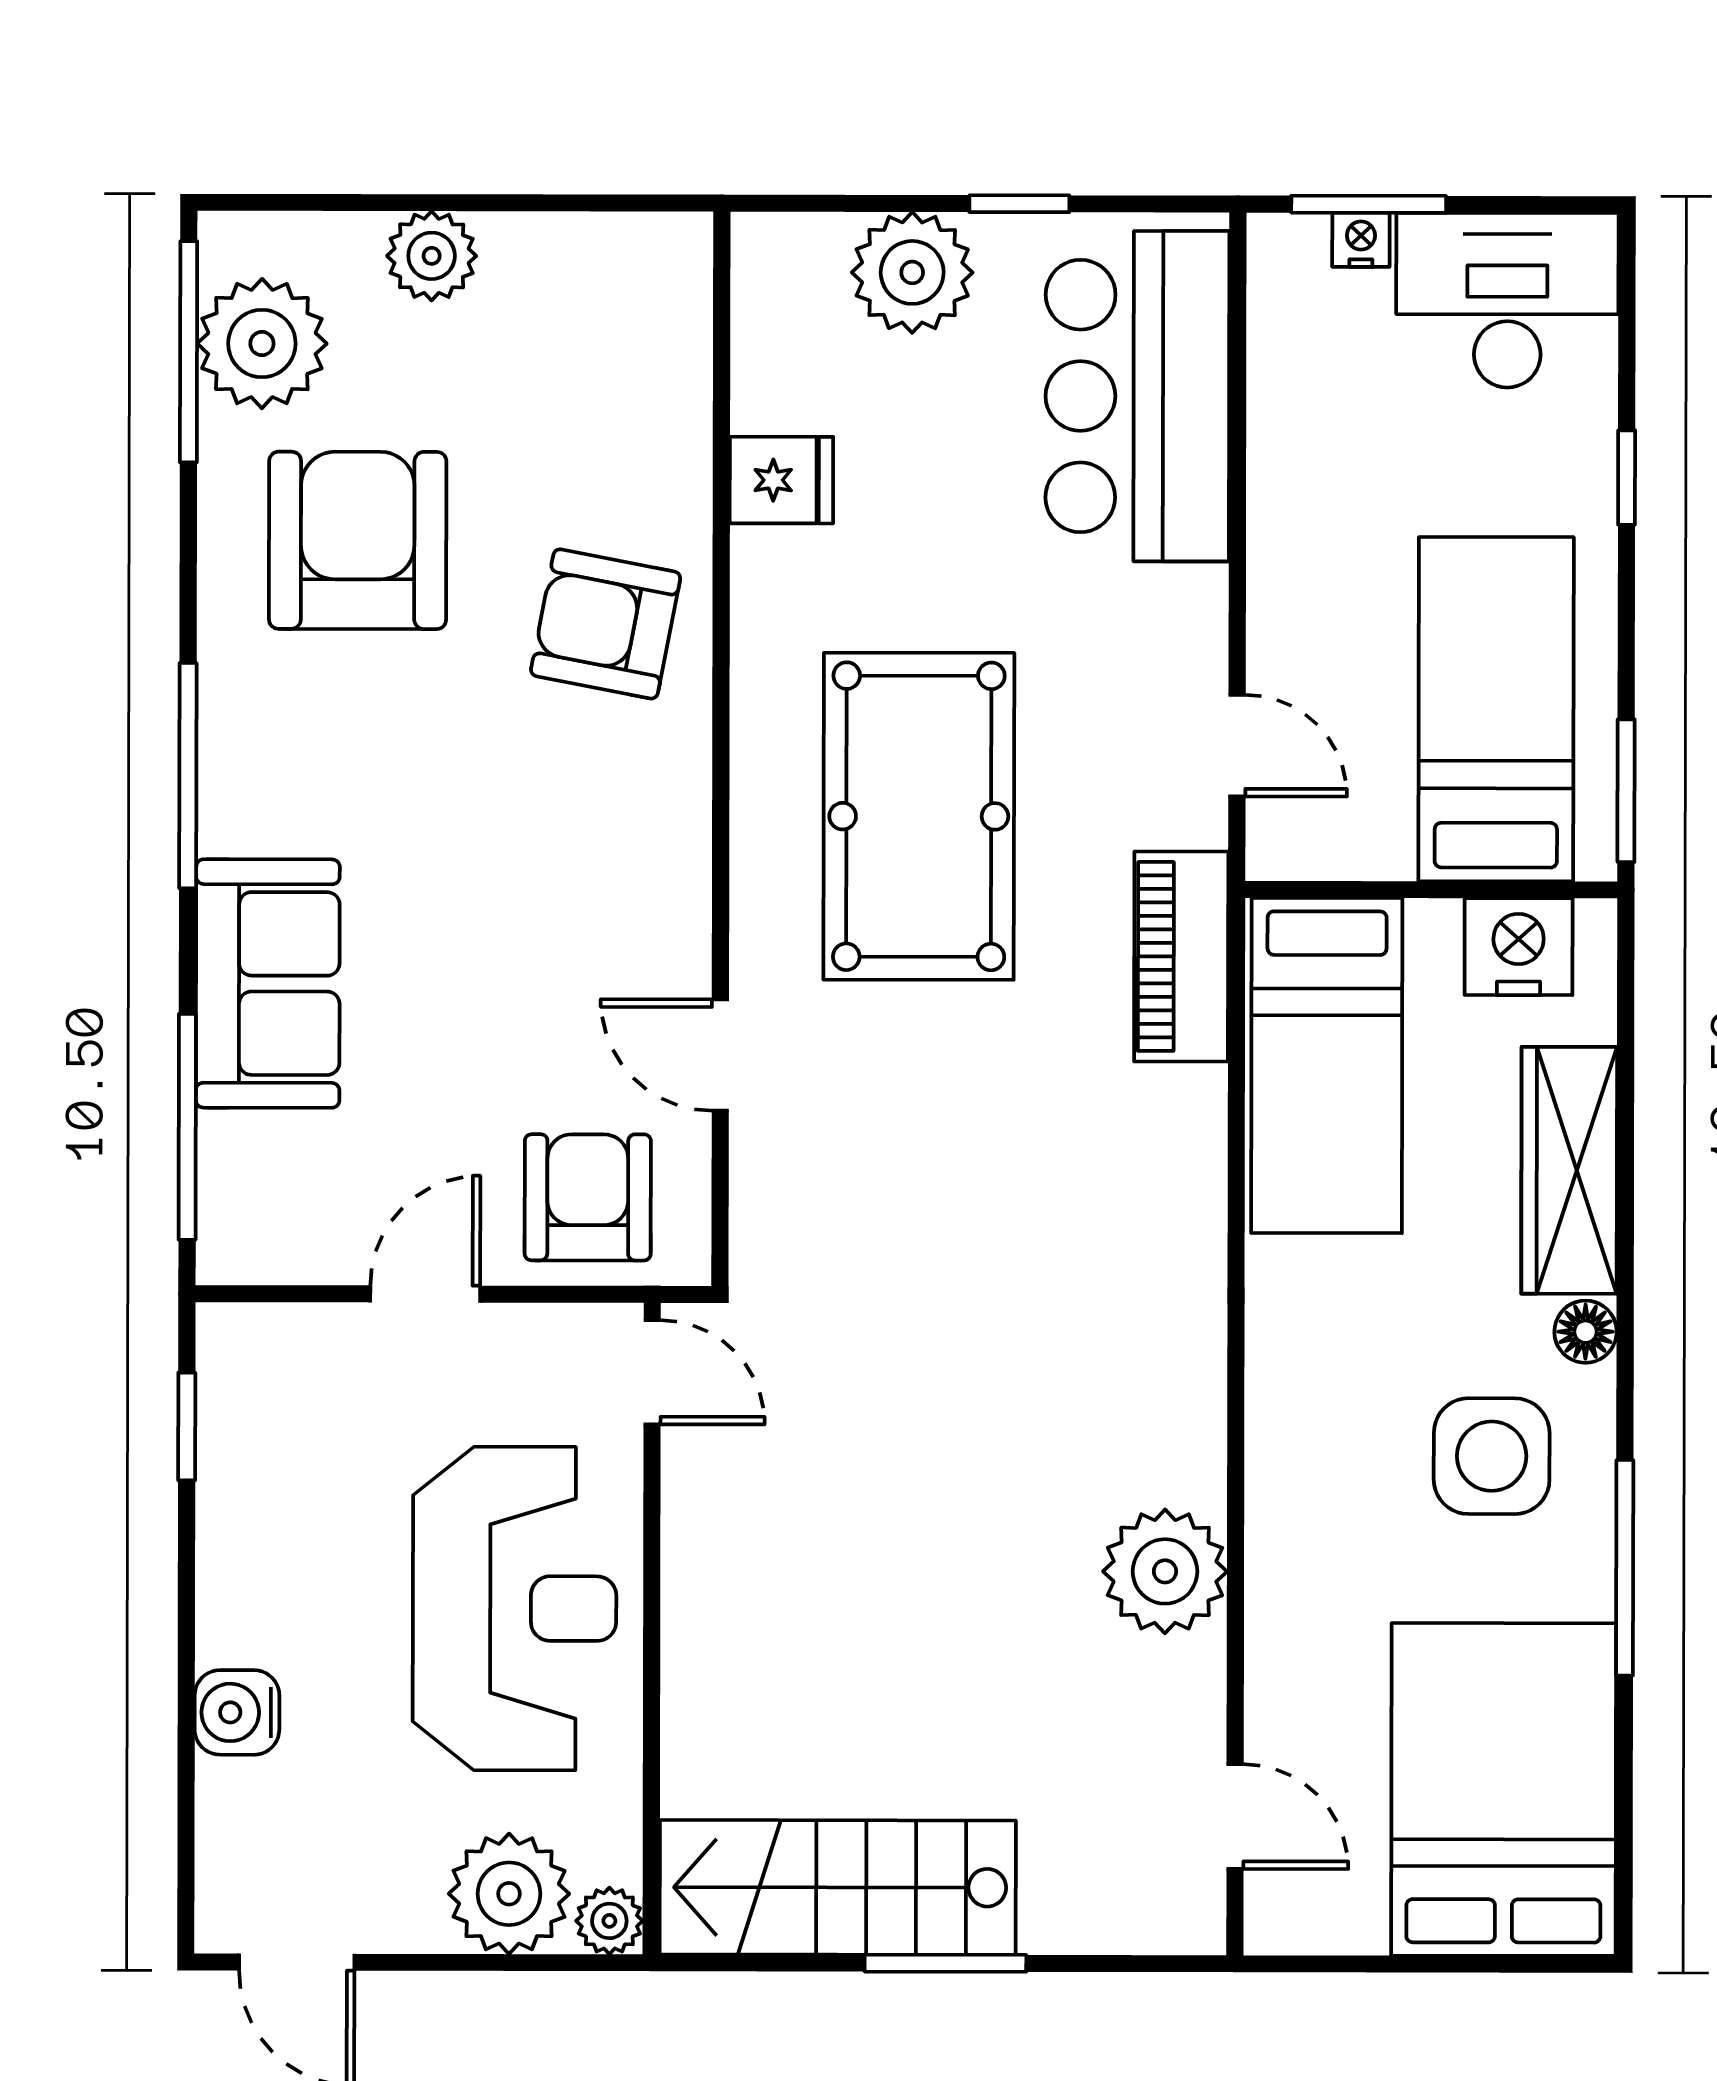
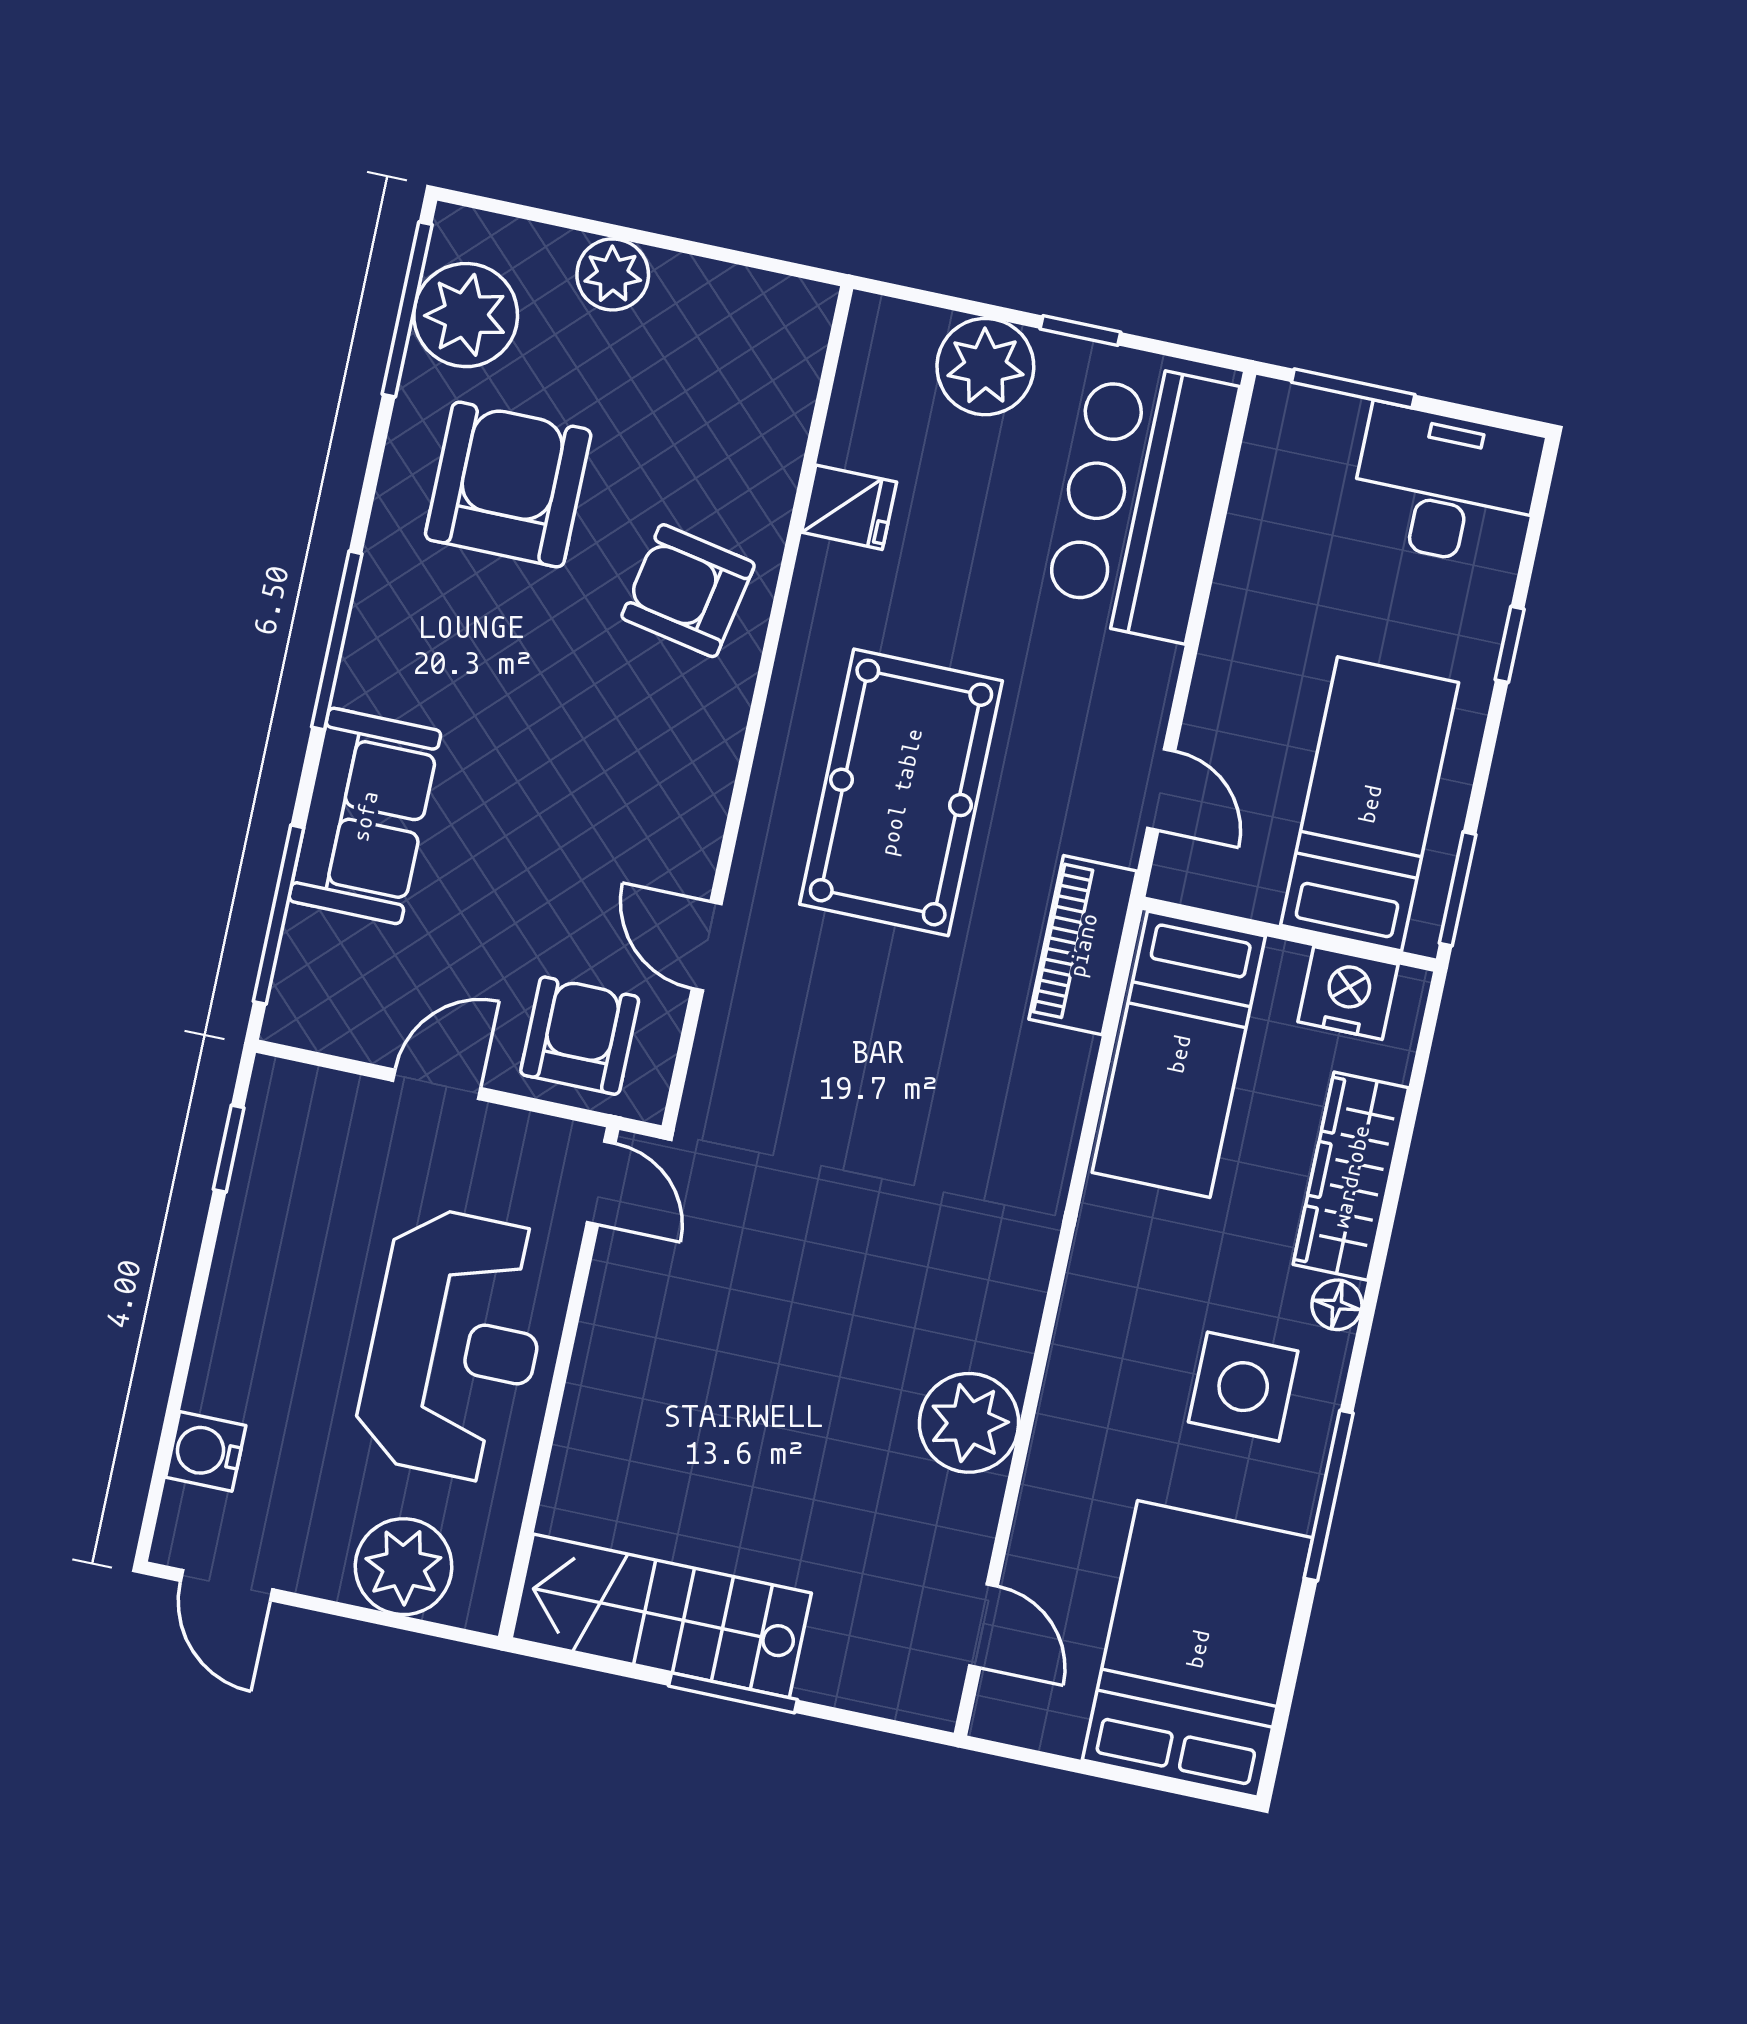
nightstand: (1361, 240) -> (1341, 415), removed
water cooler: (237, 1712) -> (206, 1451), moved
plant: (609, 1921) -> (477, 1604), removed

